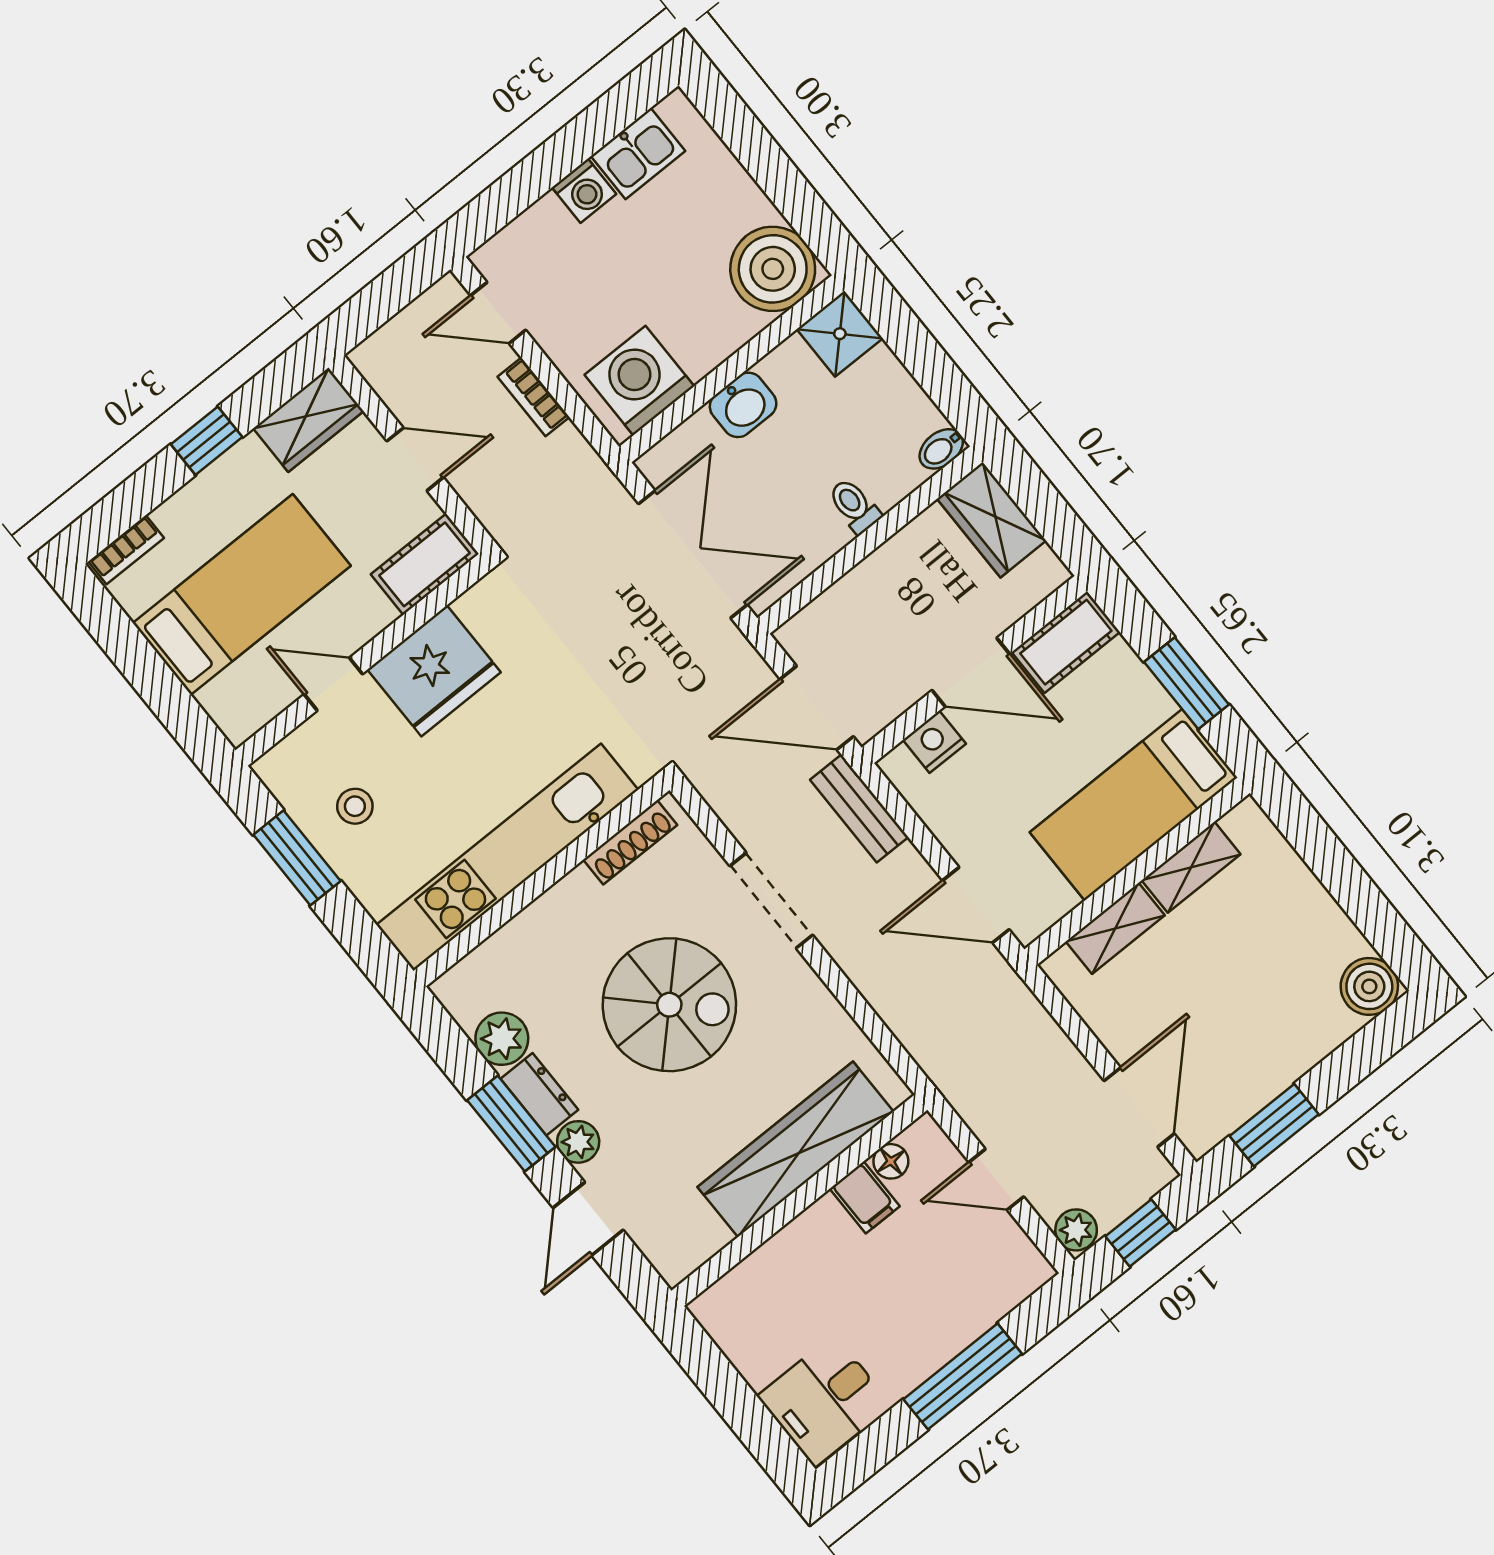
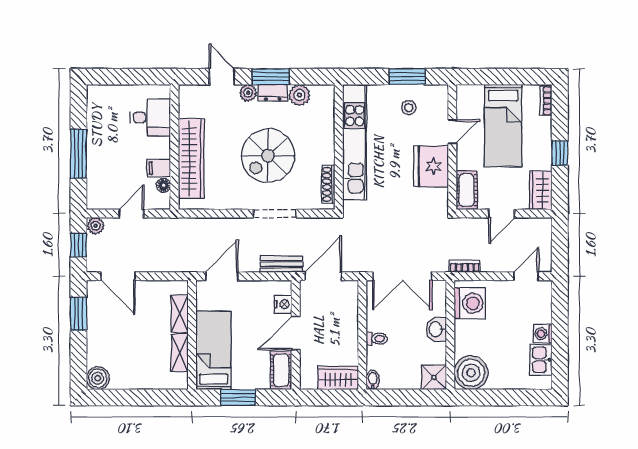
bookcase: (534, 397) -> (465, 266), moved
desk: (824, 1401) -> (150, 118), moved, turned 90

